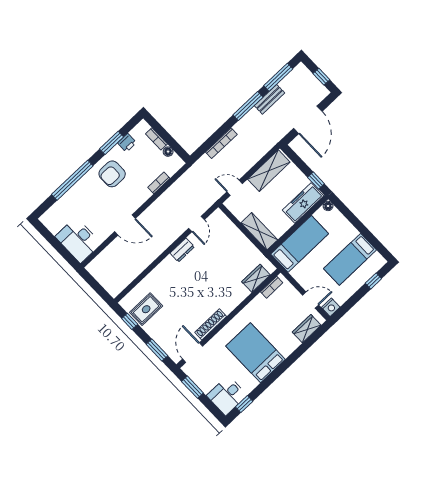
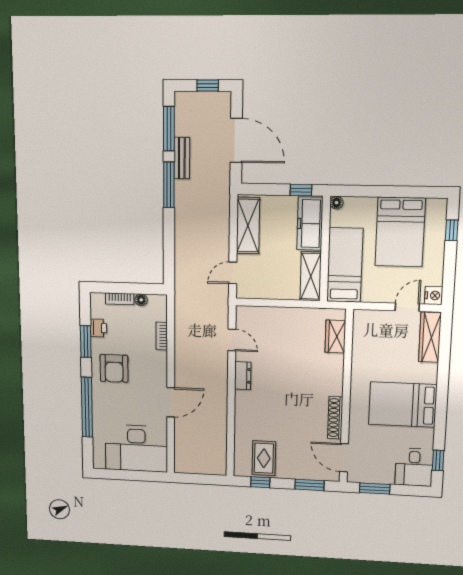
bookcase: (221, 143) -> (180, 244), removed
shelving: (259, 231) -> (311, 276), moved, turned 90
desk: (78, 240) -> (136, 448), width x1.36, depth x1.30
bed: (350, 259) -> (400, 232), width x1.50
bookcase: (272, 287) -> (358, 331), removed
wardrobe: (307, 329) -> (430, 337), width x1.50

